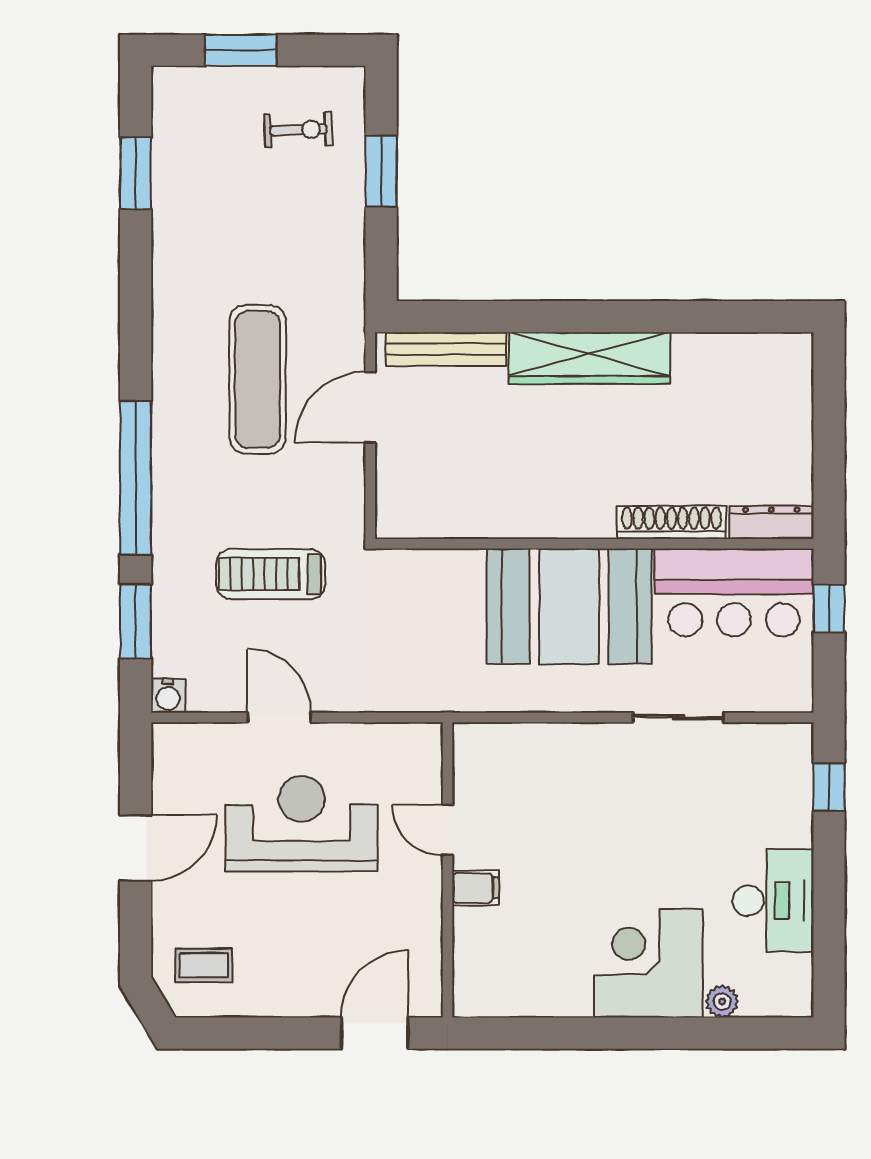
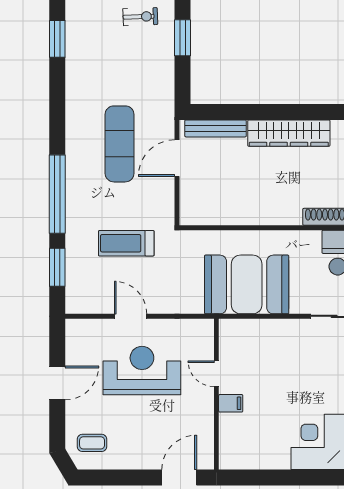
booth: (569, 606) -> (247, 284), moved
water cooler: (168, 696) -> (74, 305), removed

